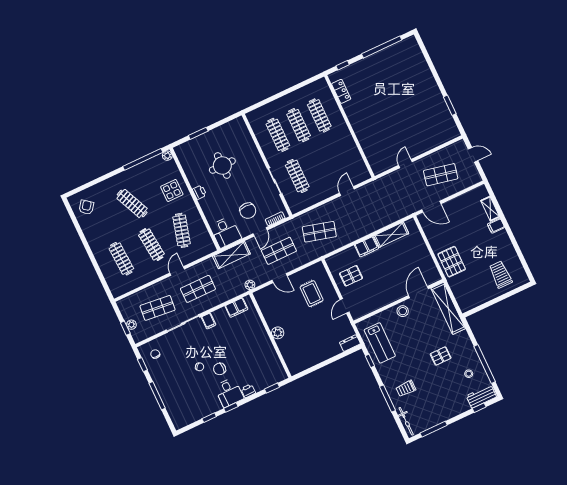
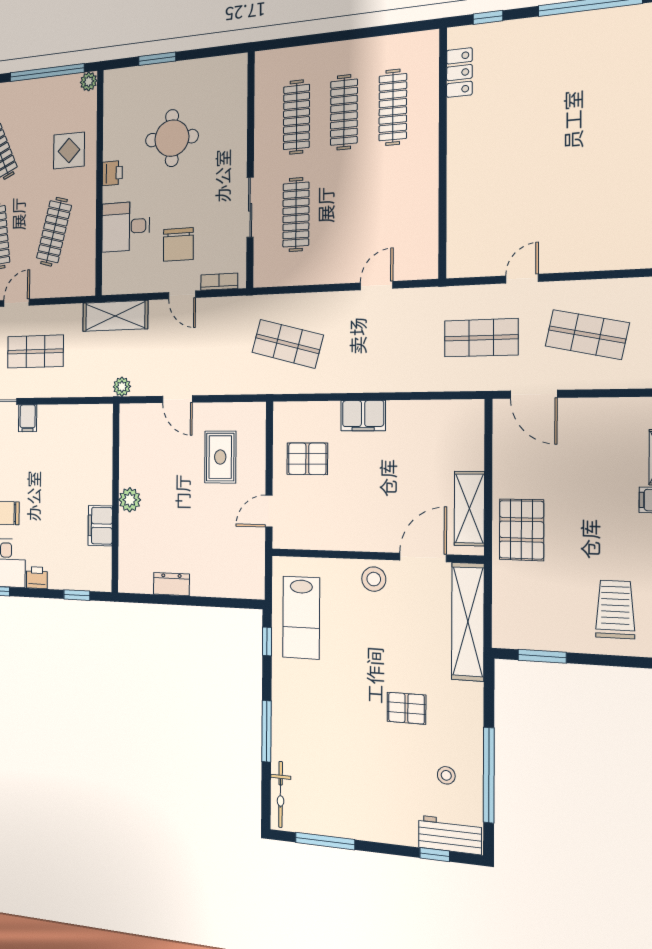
desk: (225, 232) -> (126, 227), moved, turned 90
door: (260, 232) -> (182, 295), hinge flipped
shelving: (391, 235) -> (469, 509), moved, turned 90
shop shelf: (279, 251) -> (481, 338), moved
window: (483, 307) -> (542, 656), added
filing cabinet: (236, 308) -> (100, 526), moved, turned 90
dresser: (350, 343) -> (171, 584), moved
trolley: (406, 388) -> (309, 732), removed

